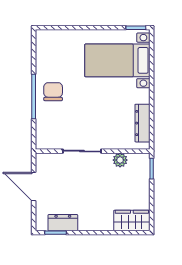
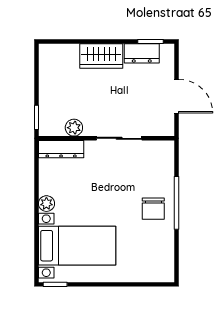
plant: (143, 96) -> (46, 204), added
dresser: (142, 123) -> (61, 149), moved, turned 90
wardrobe: (132, 220) -> (101, 56), moved

